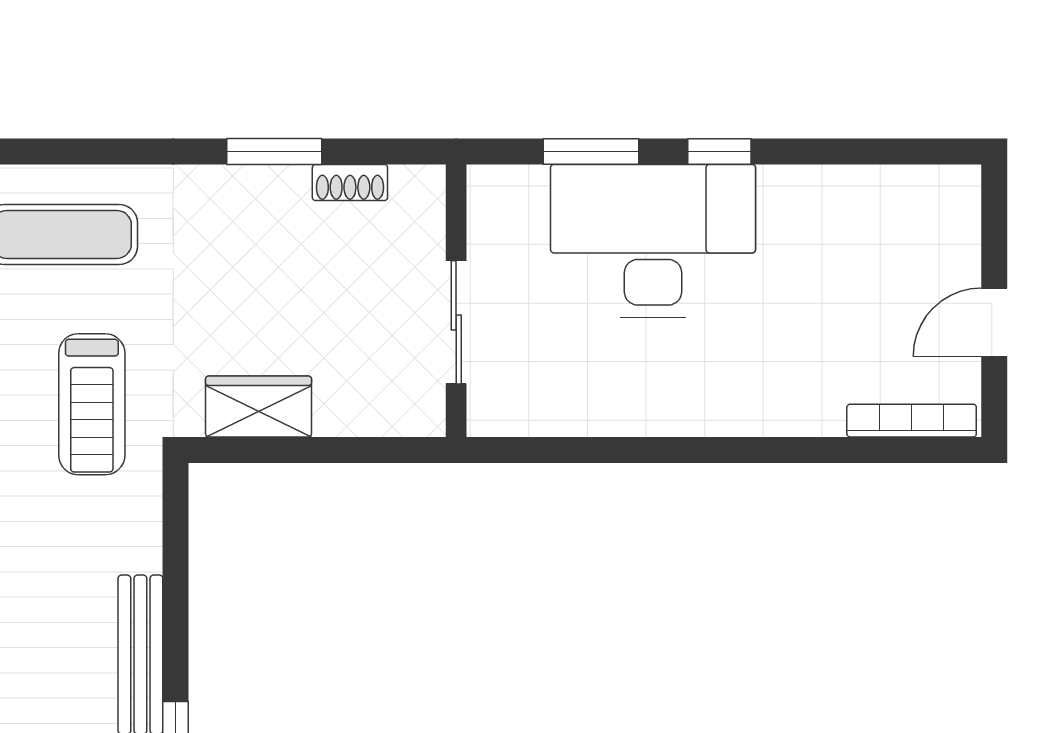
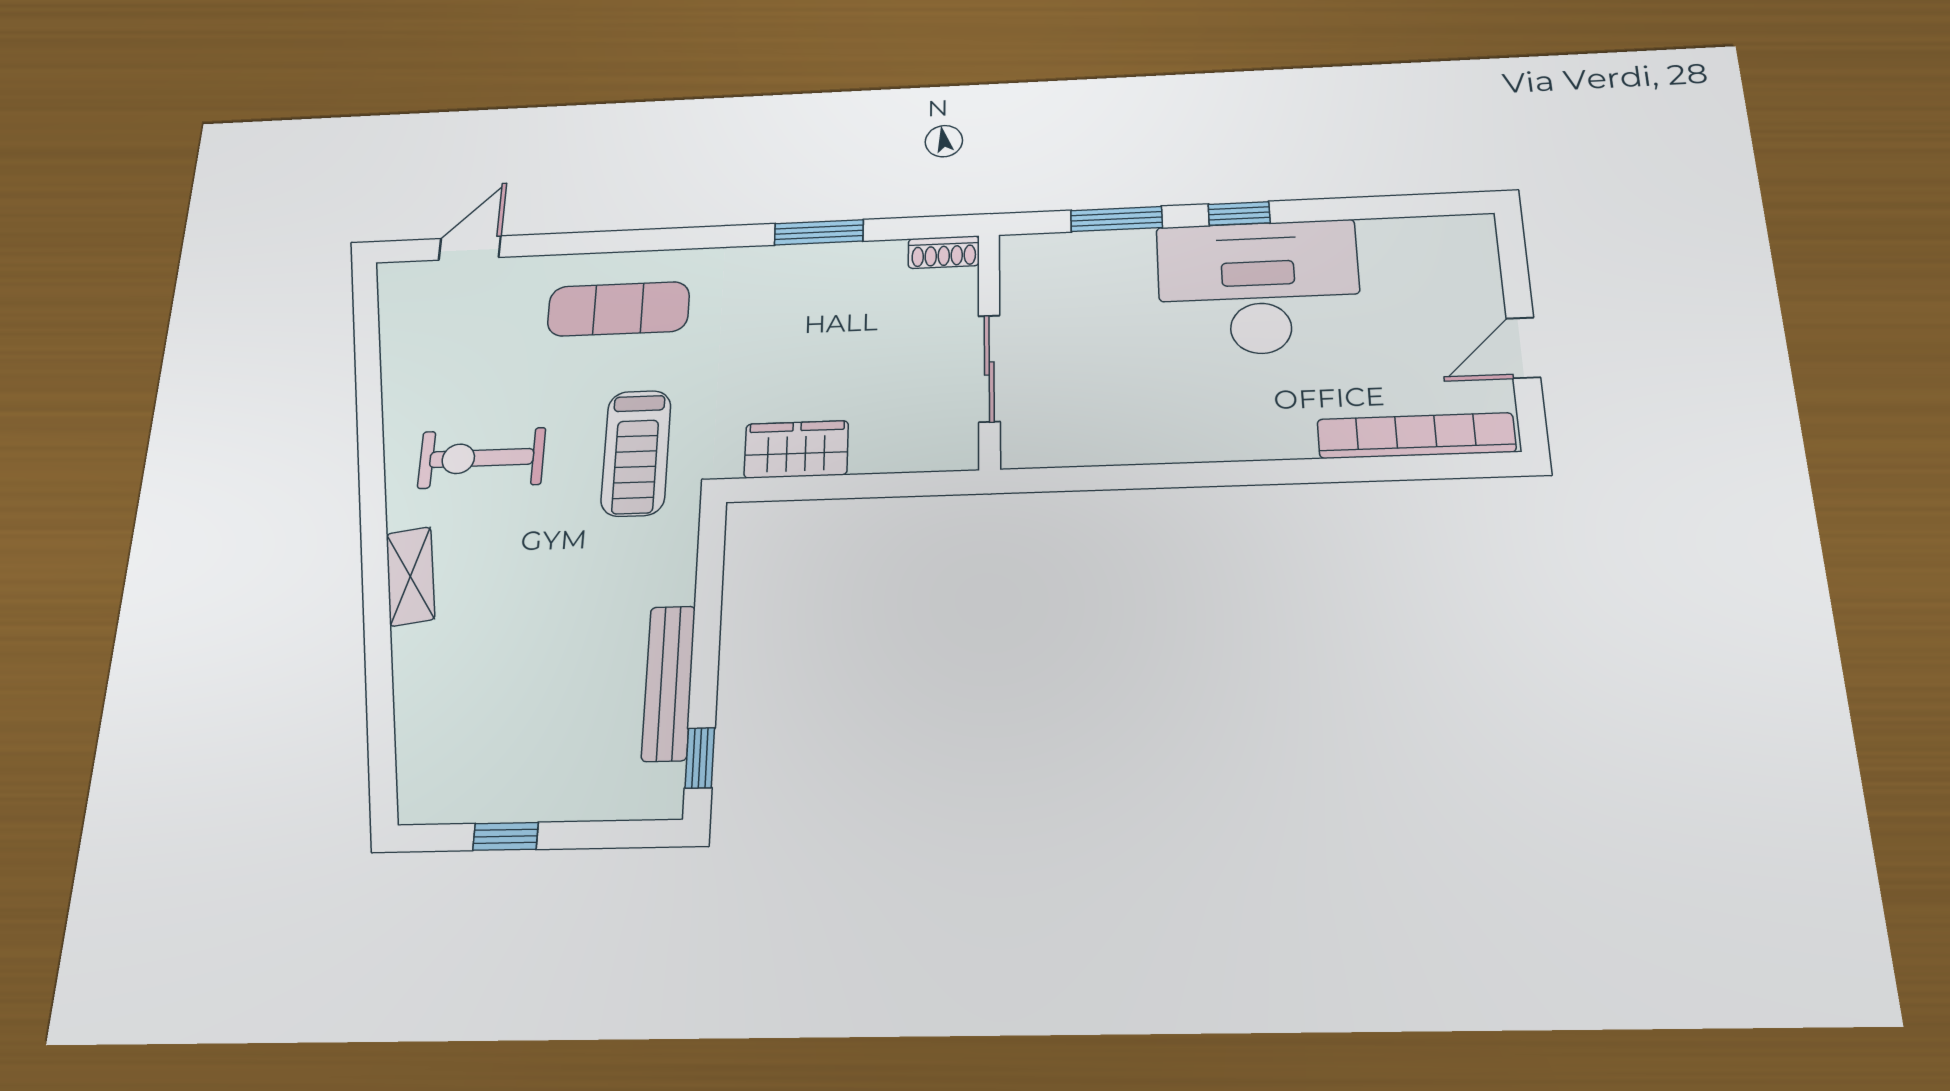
shoe rack: (350, 182) -> (944, 252), moved
desk: (653, 241) -> (1259, 288), moved
bookcase: (912, 421) -> (1416, 436), width x1.48, depth x1.31

